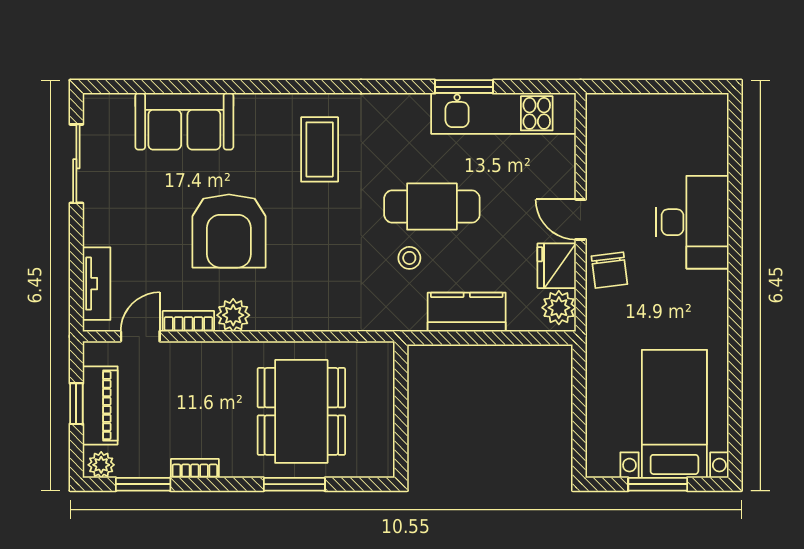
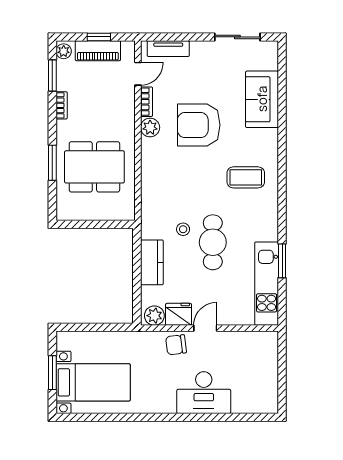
door: (140, 336) -> (138, 74), hinge flipped

